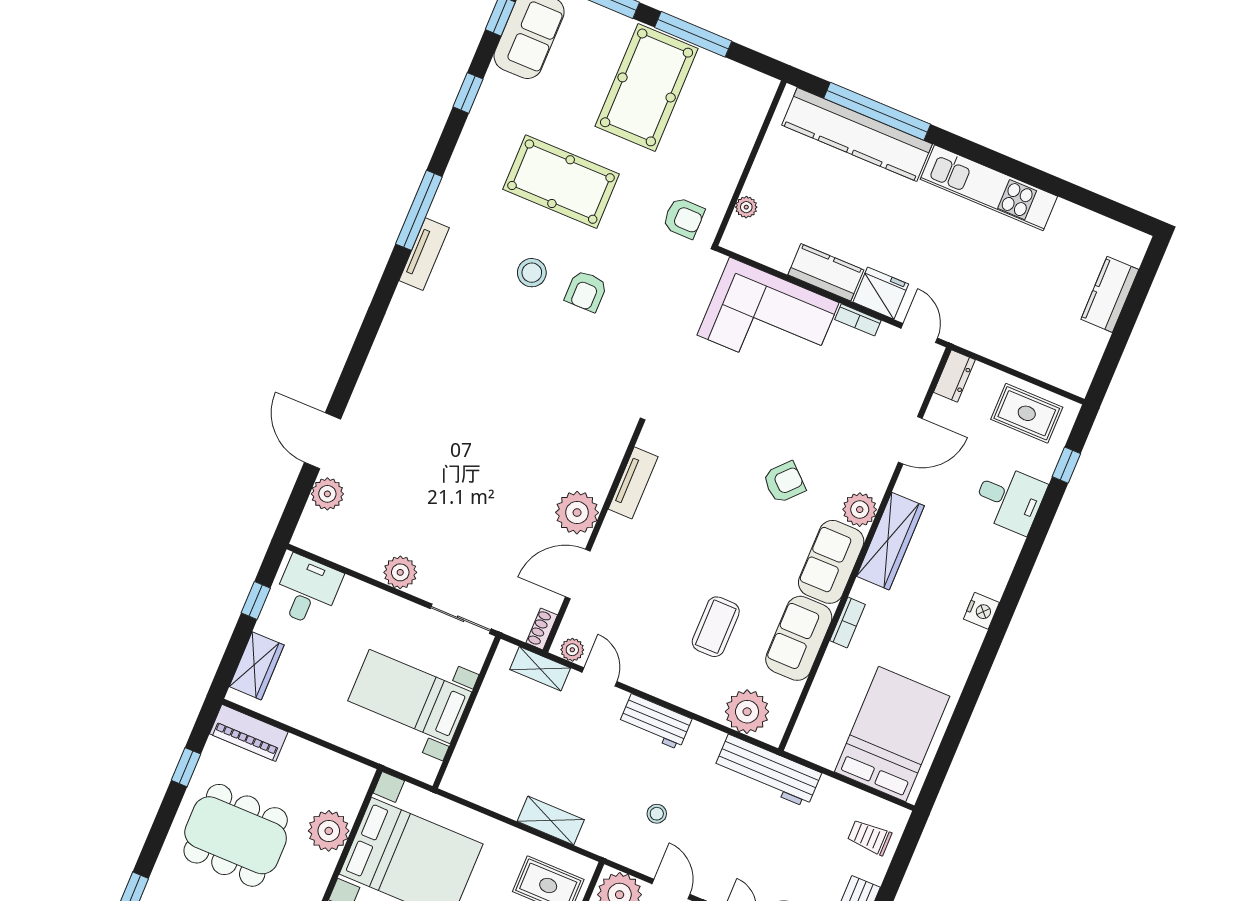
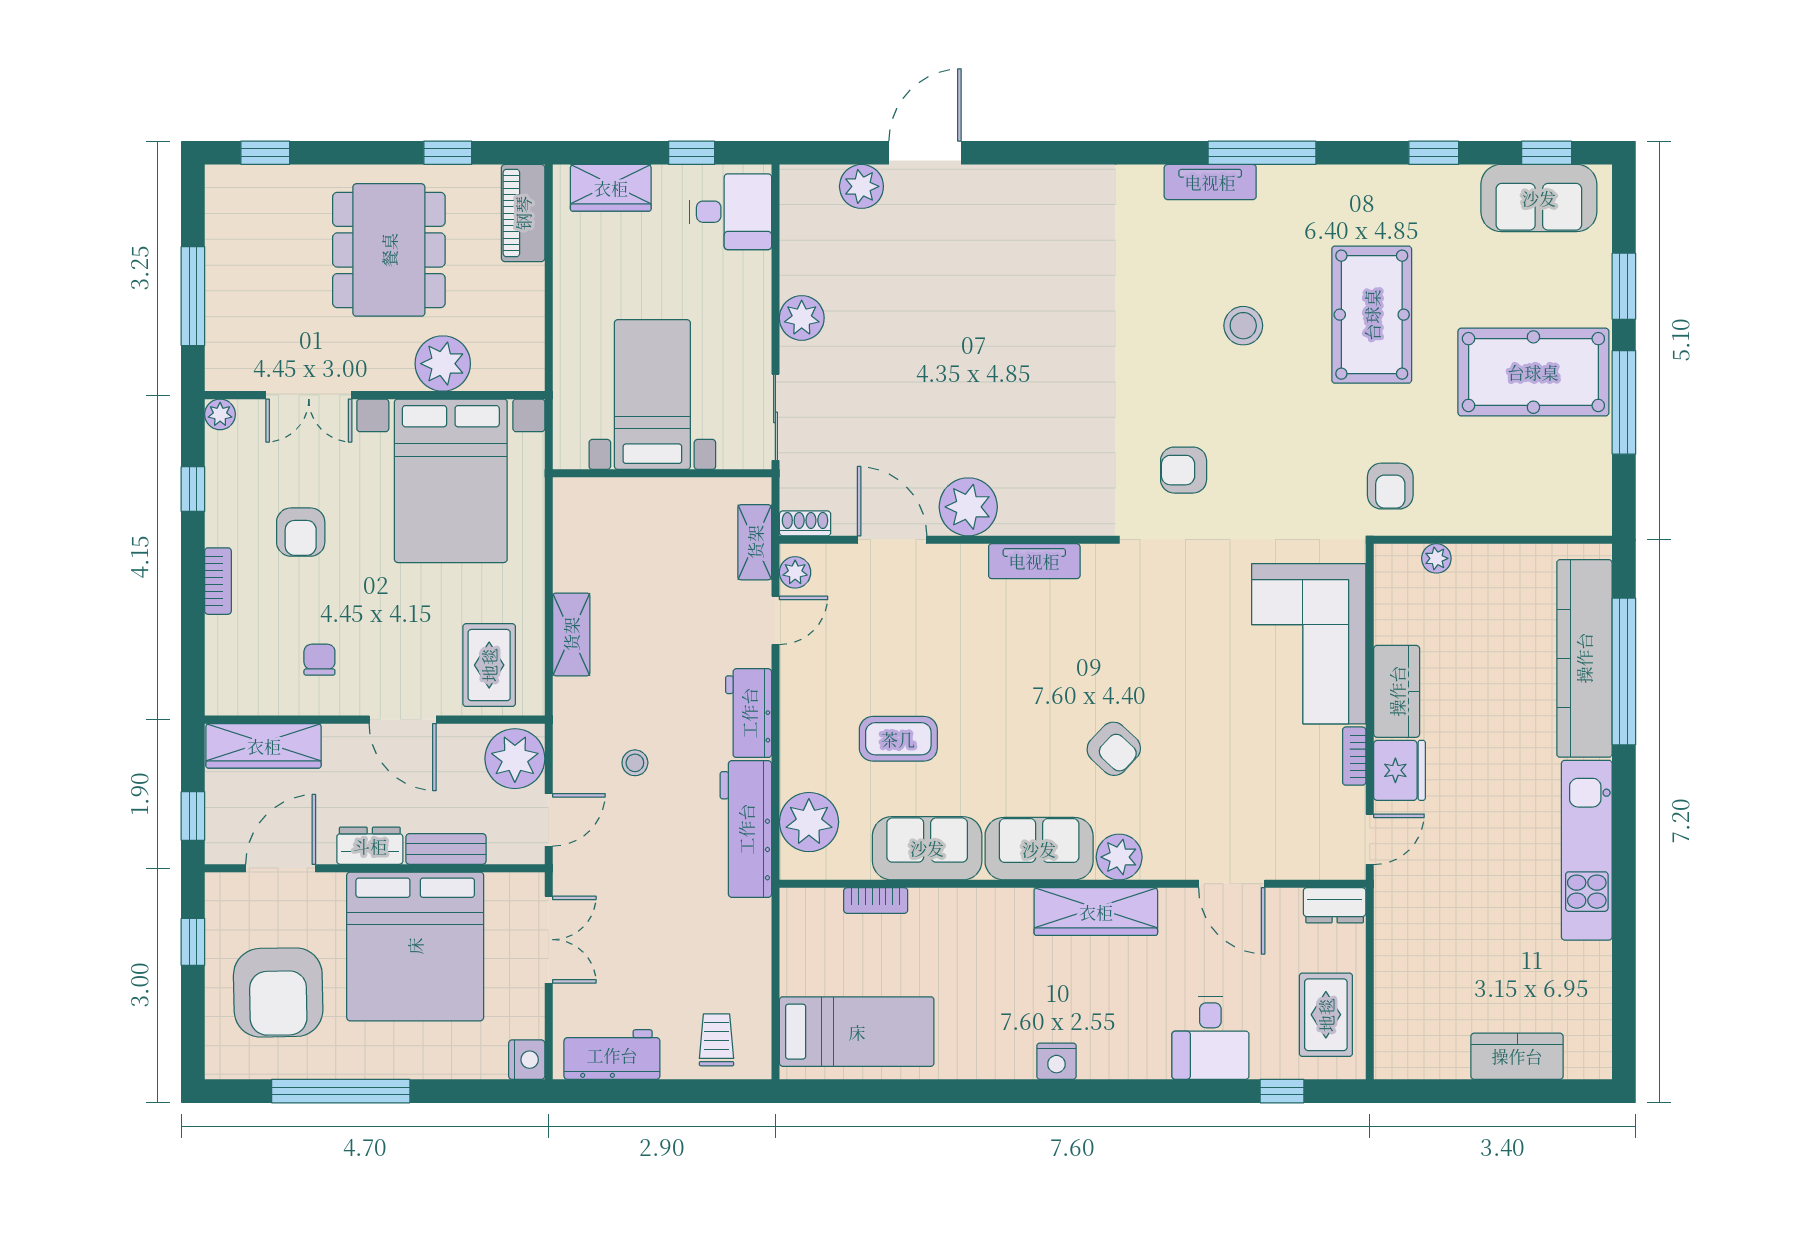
armchair: (586, 291) -> (1184, 470), moved
bookcase: (847, 623) -> (876, 901), moved
bed: (892, 734) -> (857, 1032), width x0.67
workbench: (768, 771) -> (746, 829), moved

